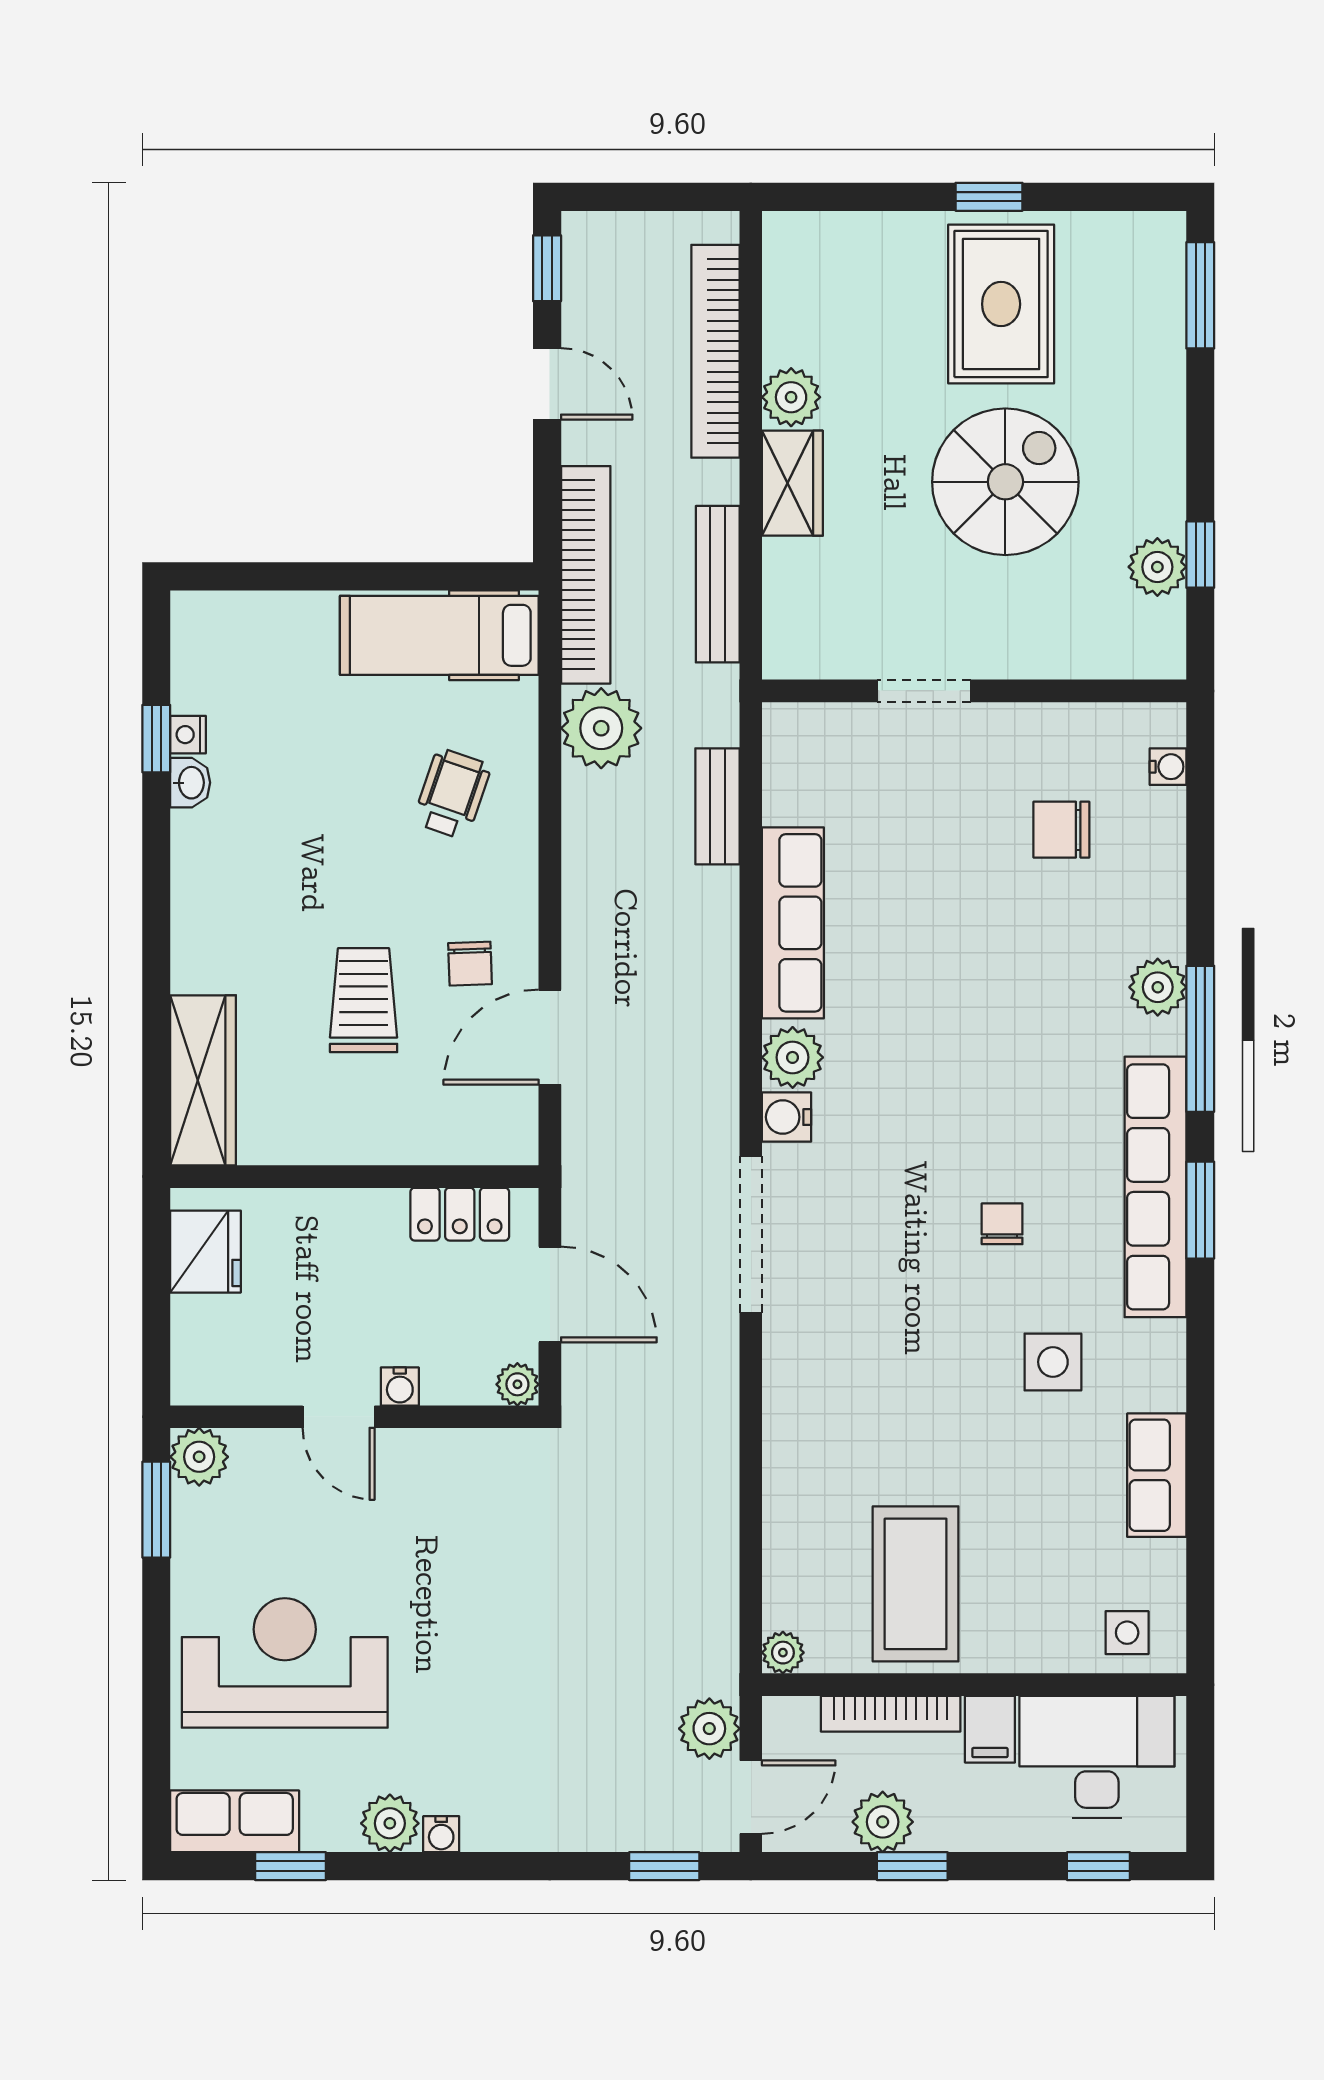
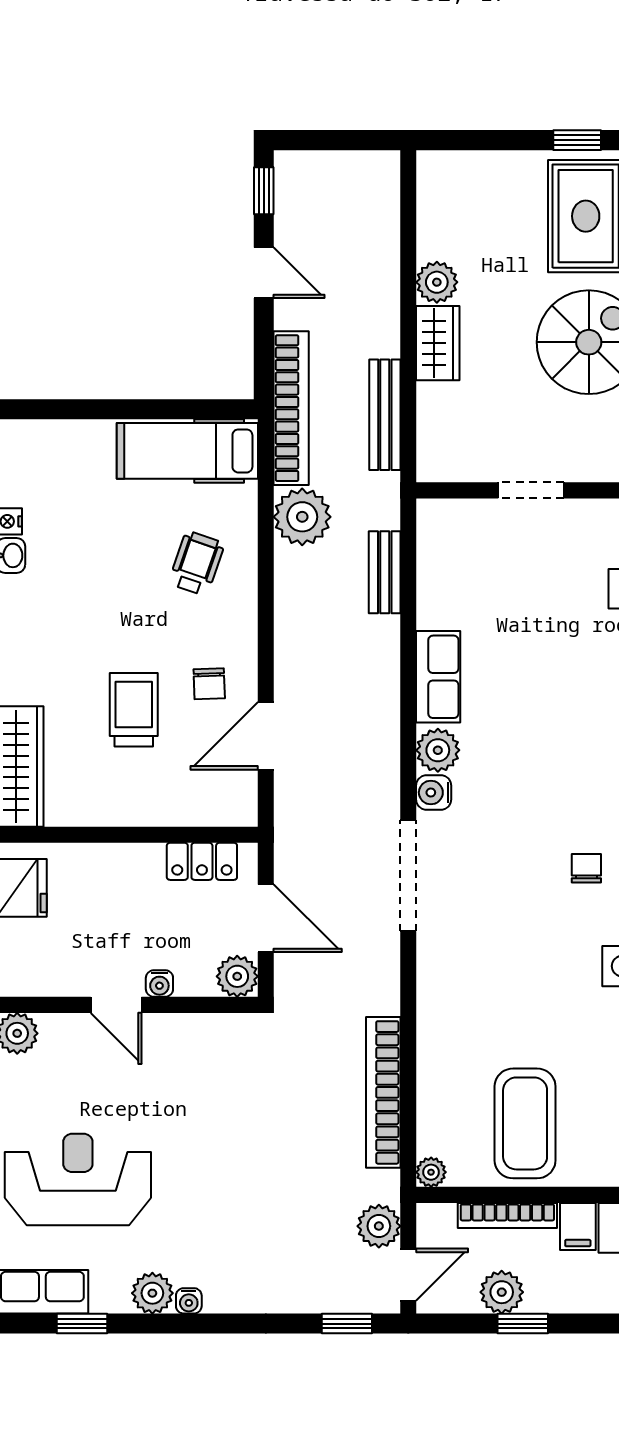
bookcase: (715, 351) -> (383, 1092), moved
row of seats: (793, 923) -> (438, 677), width x0.68
plant: (517, 1384) -> (237, 976), width x1.38, depth x1.38

